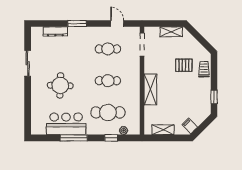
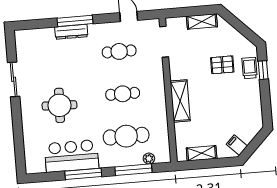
window: (77, 24) -> (75, 21), width x1.44
dresser: (55, 31) -> (71, 32), moved
window: (214, 97) -> (263, 70), moved
window: (111, 138) -> (133, 170), width x2.17

